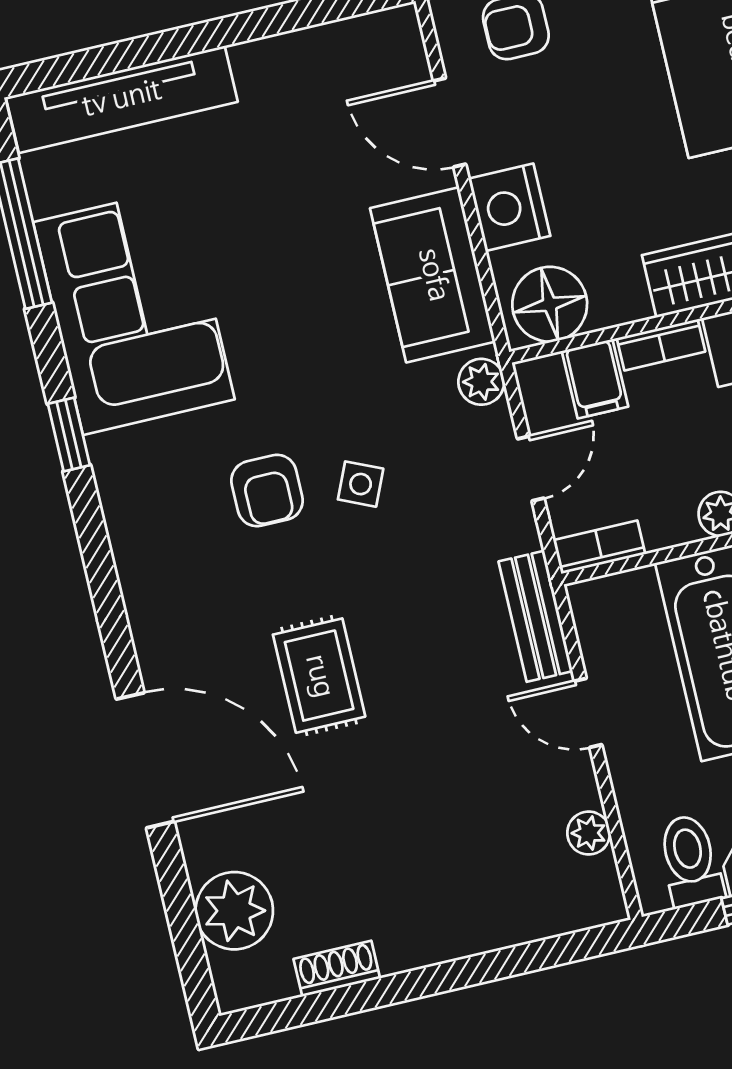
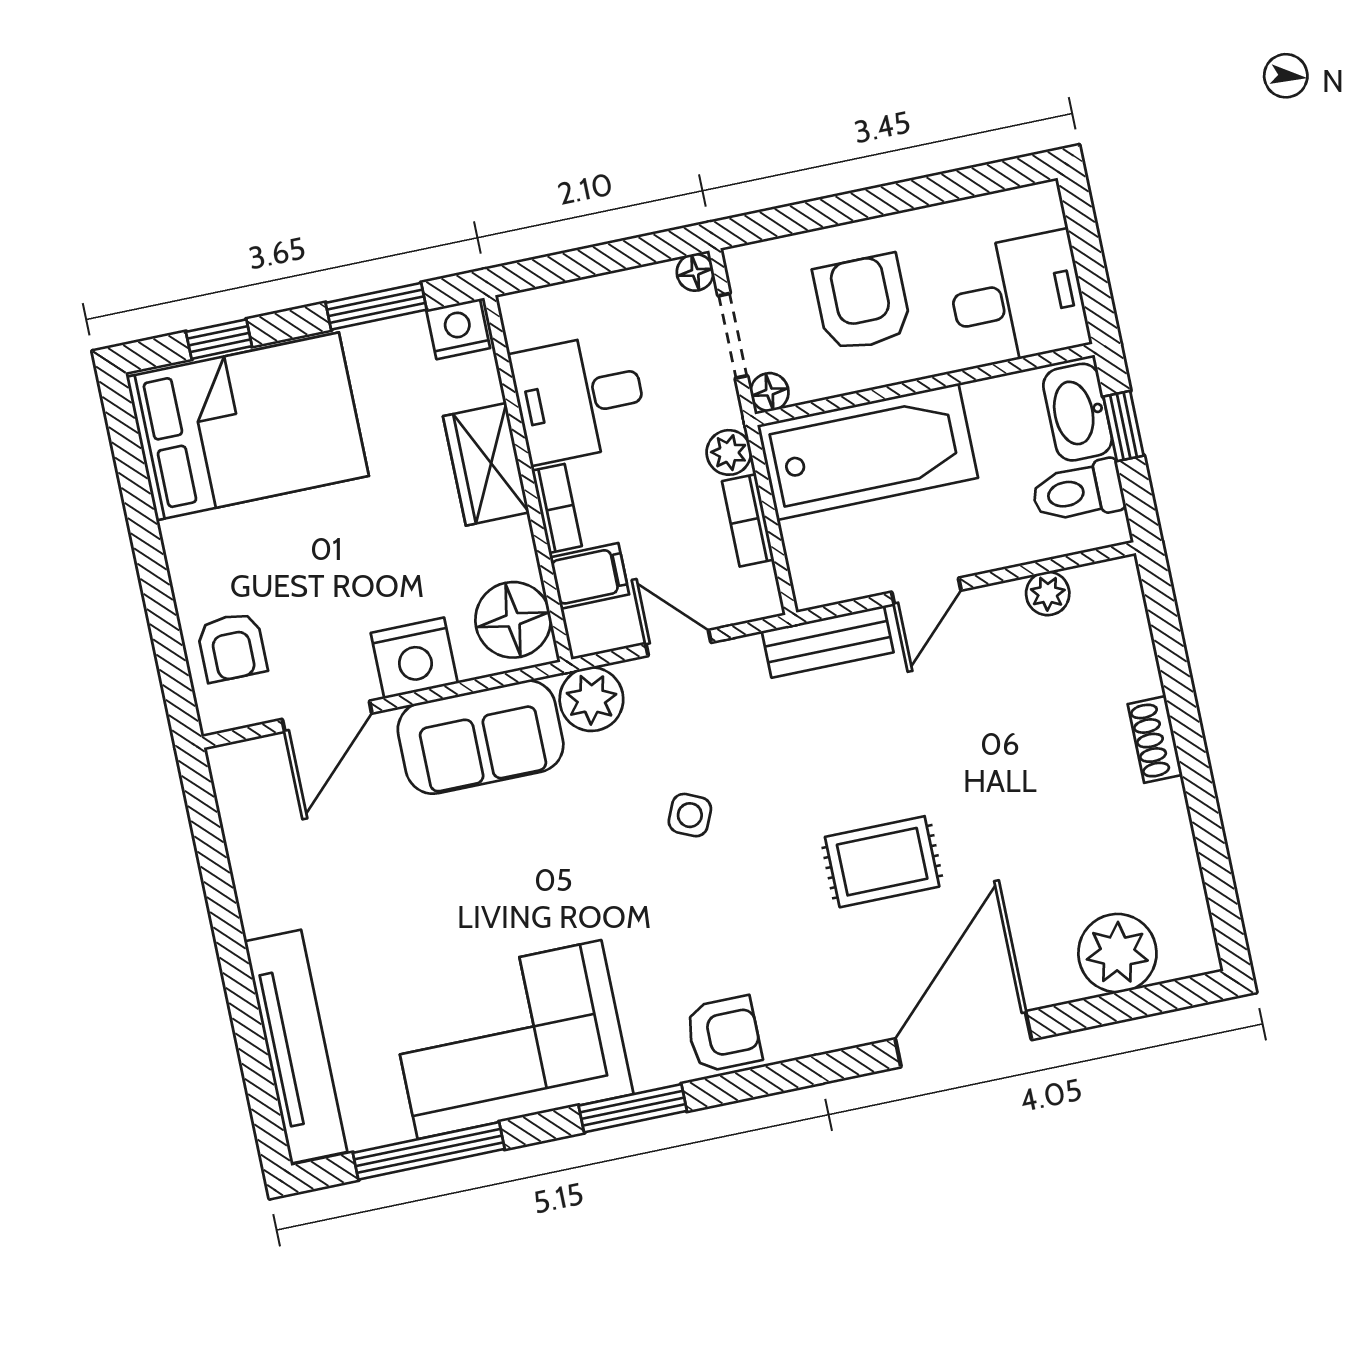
plant: (481, 382) -> (591, 699), width x1.38, depth x1.38
window: (69, 435) -> (633, 1108), width x1.50
armchair: (267, 491) -> (724, 1034), moved
bookcase: (599, 547) -> (748, 520), moved
shoe rack: (337, 969) -> (1155, 739), moved

